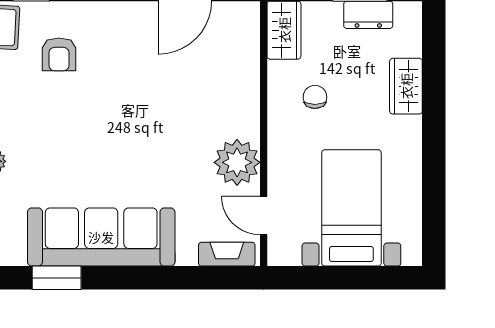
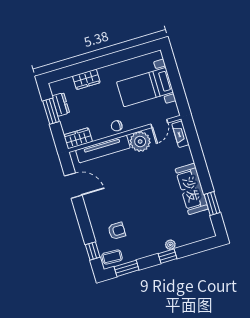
tv unit: (245, 77) -> (103, 149), added
chair: (315, 97) -> (117, 126), moved
sofa: (101, 237) -> (192, 189), width x0.74, depth x0.79

